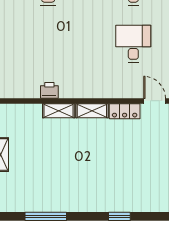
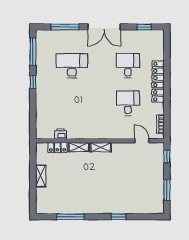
printer: (49, 90) -> (60, 134), moved
locker: (125, 111) -> (57, 148), moved

